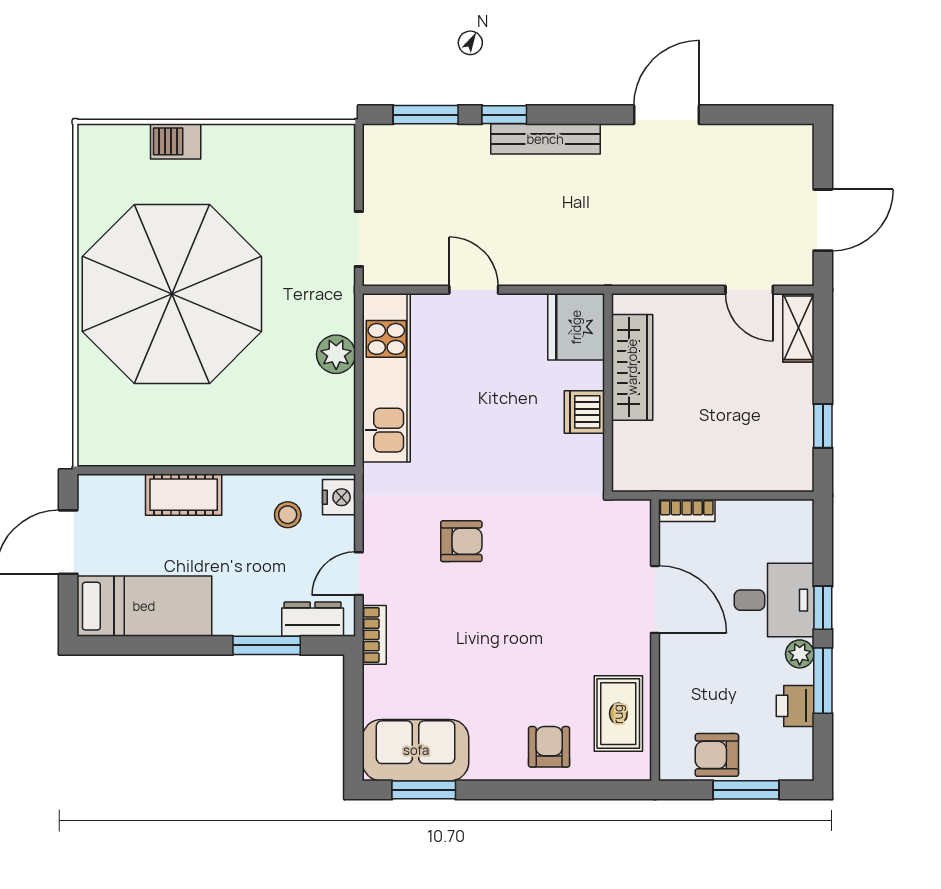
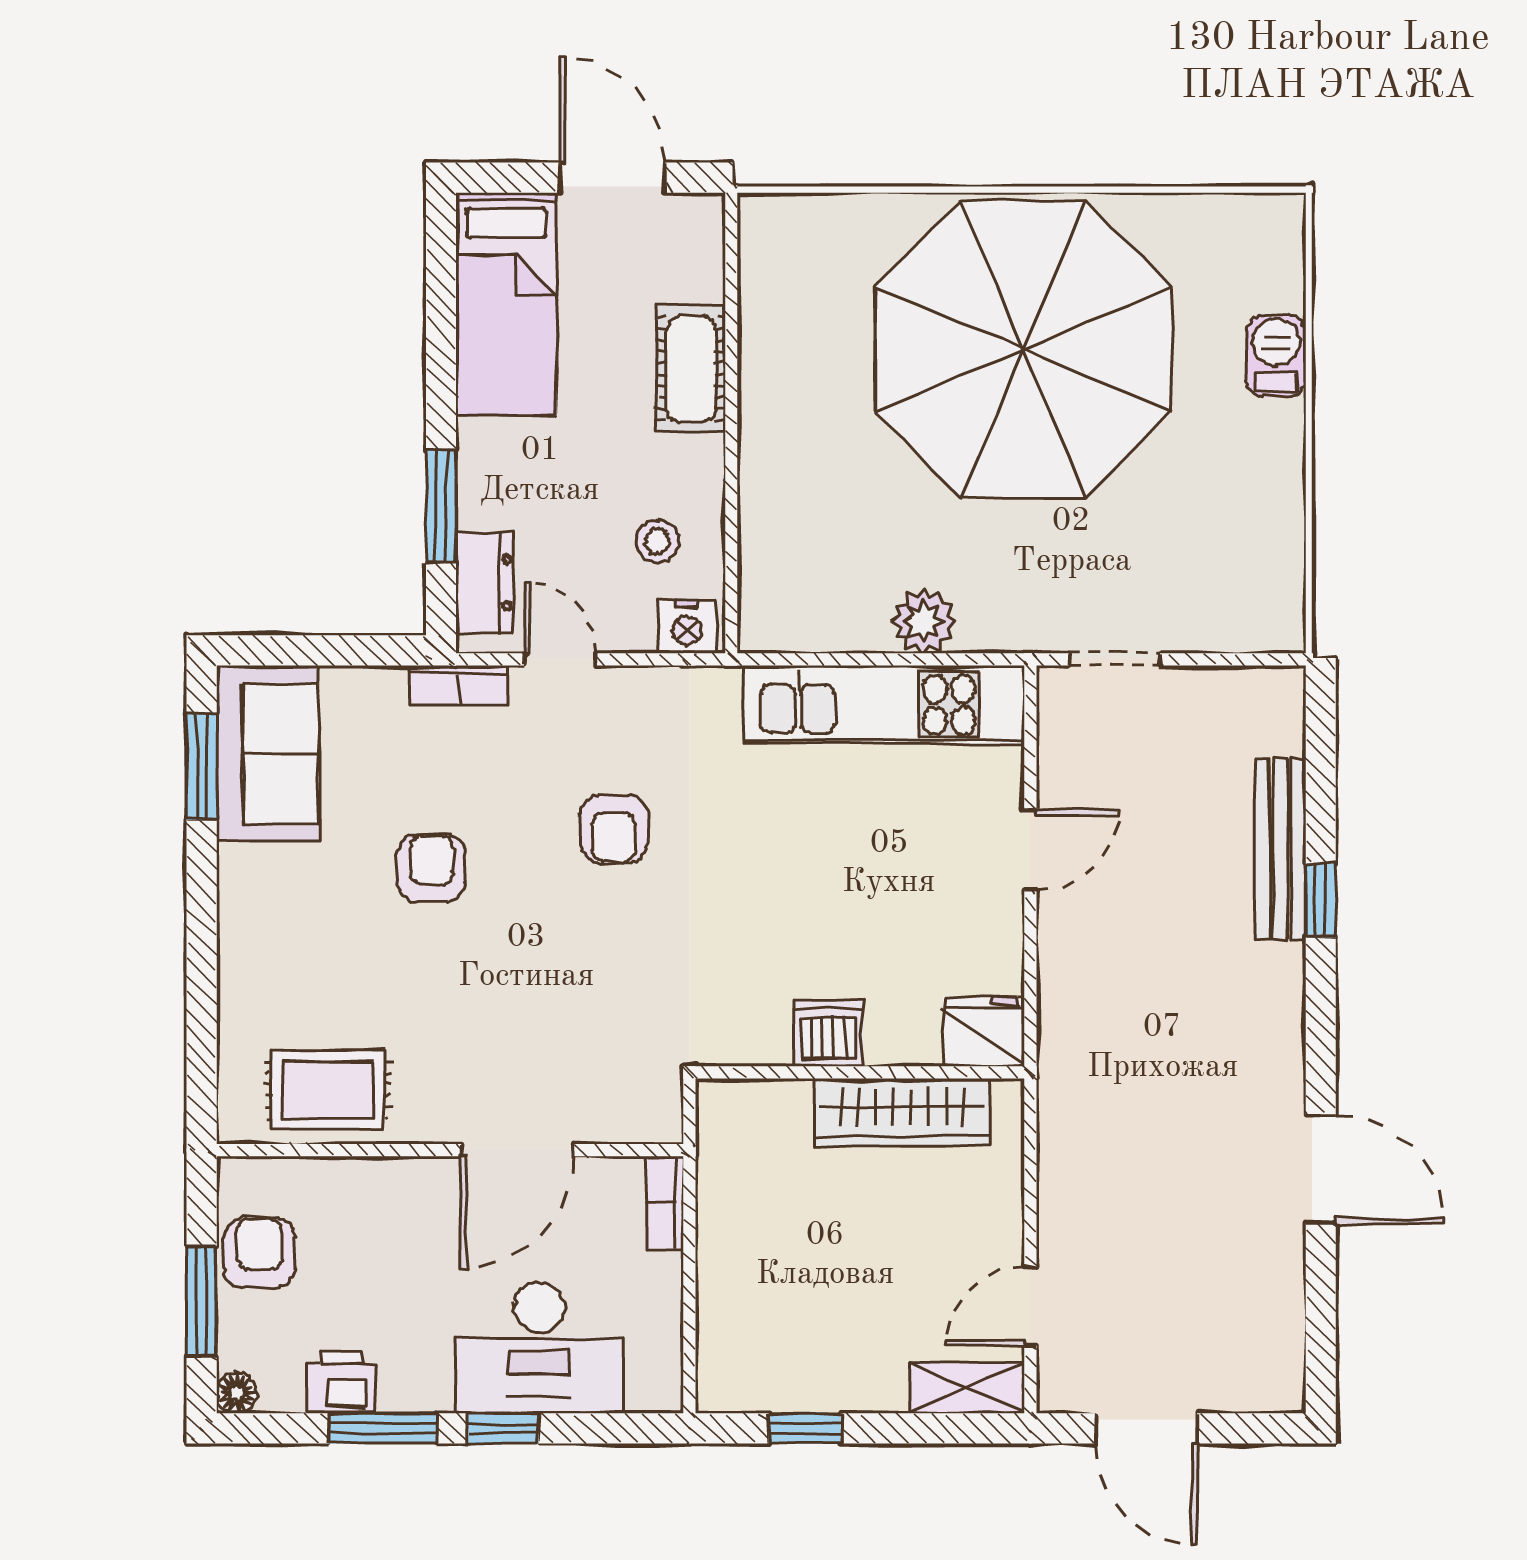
window: (426, 115) -> (1321, 770), removed
bench: (545, 139) -> (1280, 849), moved
fridge: (576, 327) -> (984, 1031), width x0.73, depth x0.75
desk: (774, 600) -> (539, 1348), width x1.37
plant: (800, 654) -> (427, 1390), removed
armchair: (549, 747) -> (432, 868), moved, turned -90
floor lamp: (802, 769) -> (237, 1393), added

